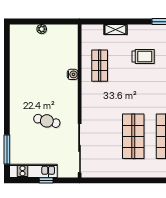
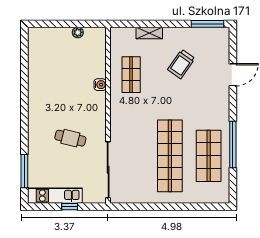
plant: (42, 29) -> (78, 32), moved
trolley: (143, 56) -> (181, 64), turned 125
shop shelf: (133, 136) -> (170, 156), width x1.40

